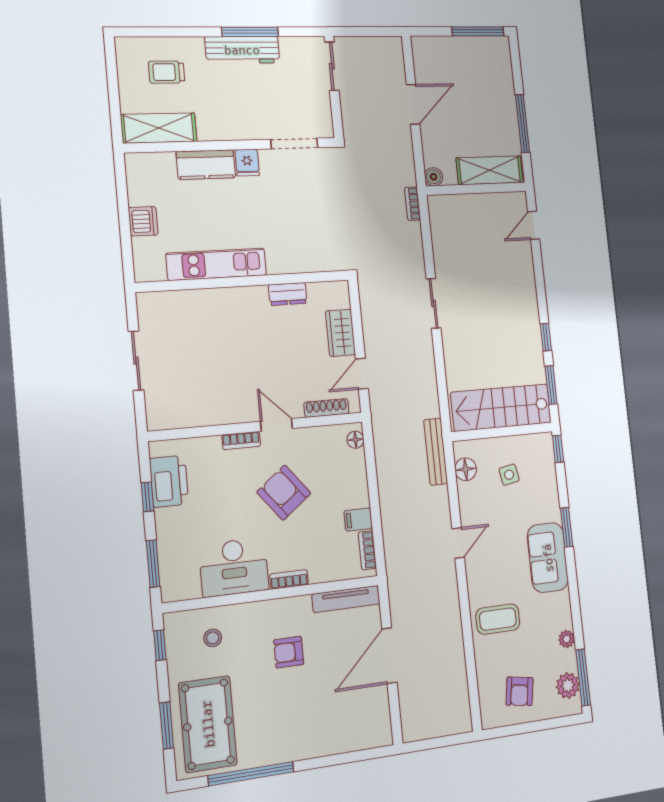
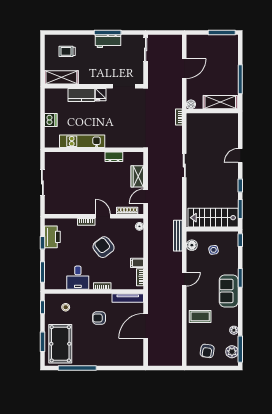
workbench: (242, 50) -> (108, 41), width x0.73
door: (534, 225) -> (240, 155), moved
desk: (234, 567) -> (78, 278), width x0.73

